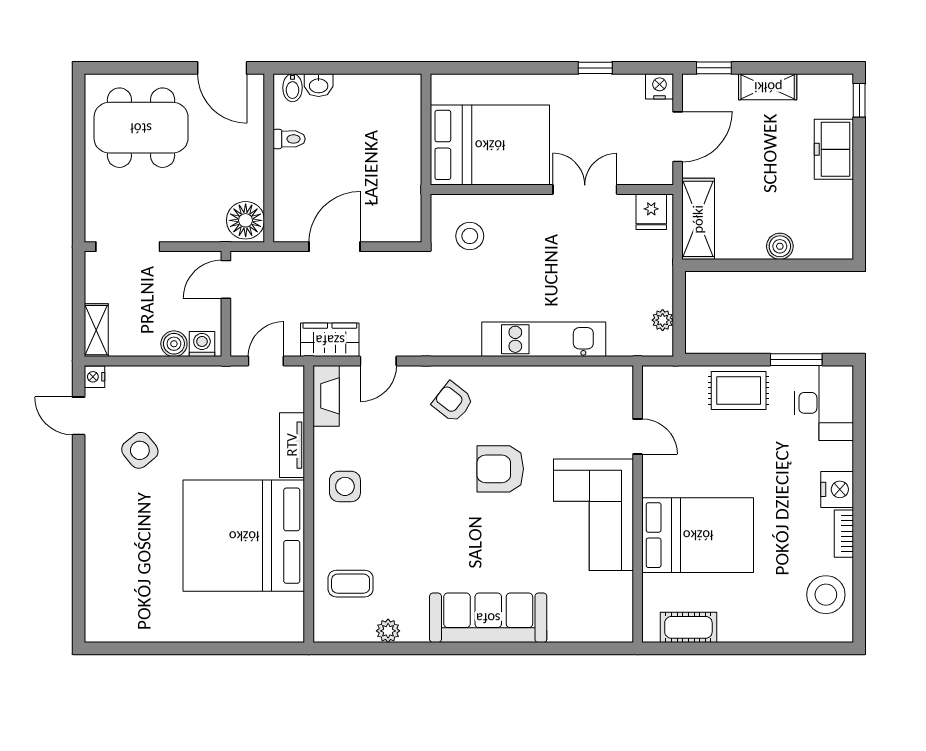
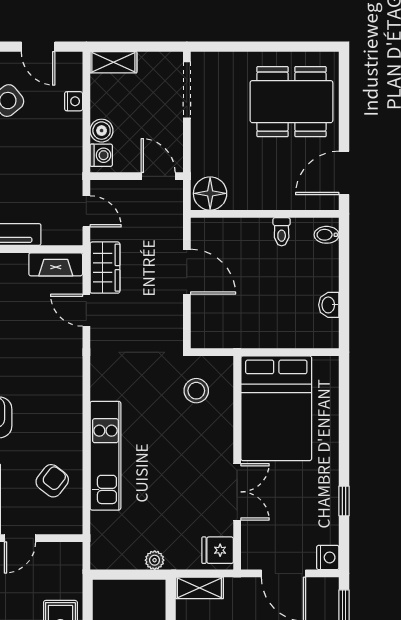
washbasin: (319, 85) -> (329, 305), moved
dining table: (141, 128) -> (291, 102), turned 90
shelving: (698, 219) -> (199, 588), width x0.67, depth x0.75
plant: (663, 320) -> (155, 560), moved
nightstand: (95, 377) -> (74, 101), moved, turned 90
armchair: (453, 402) -> (52, 481), moved
door: (79, 416) -> (38, 47), swing flipped

